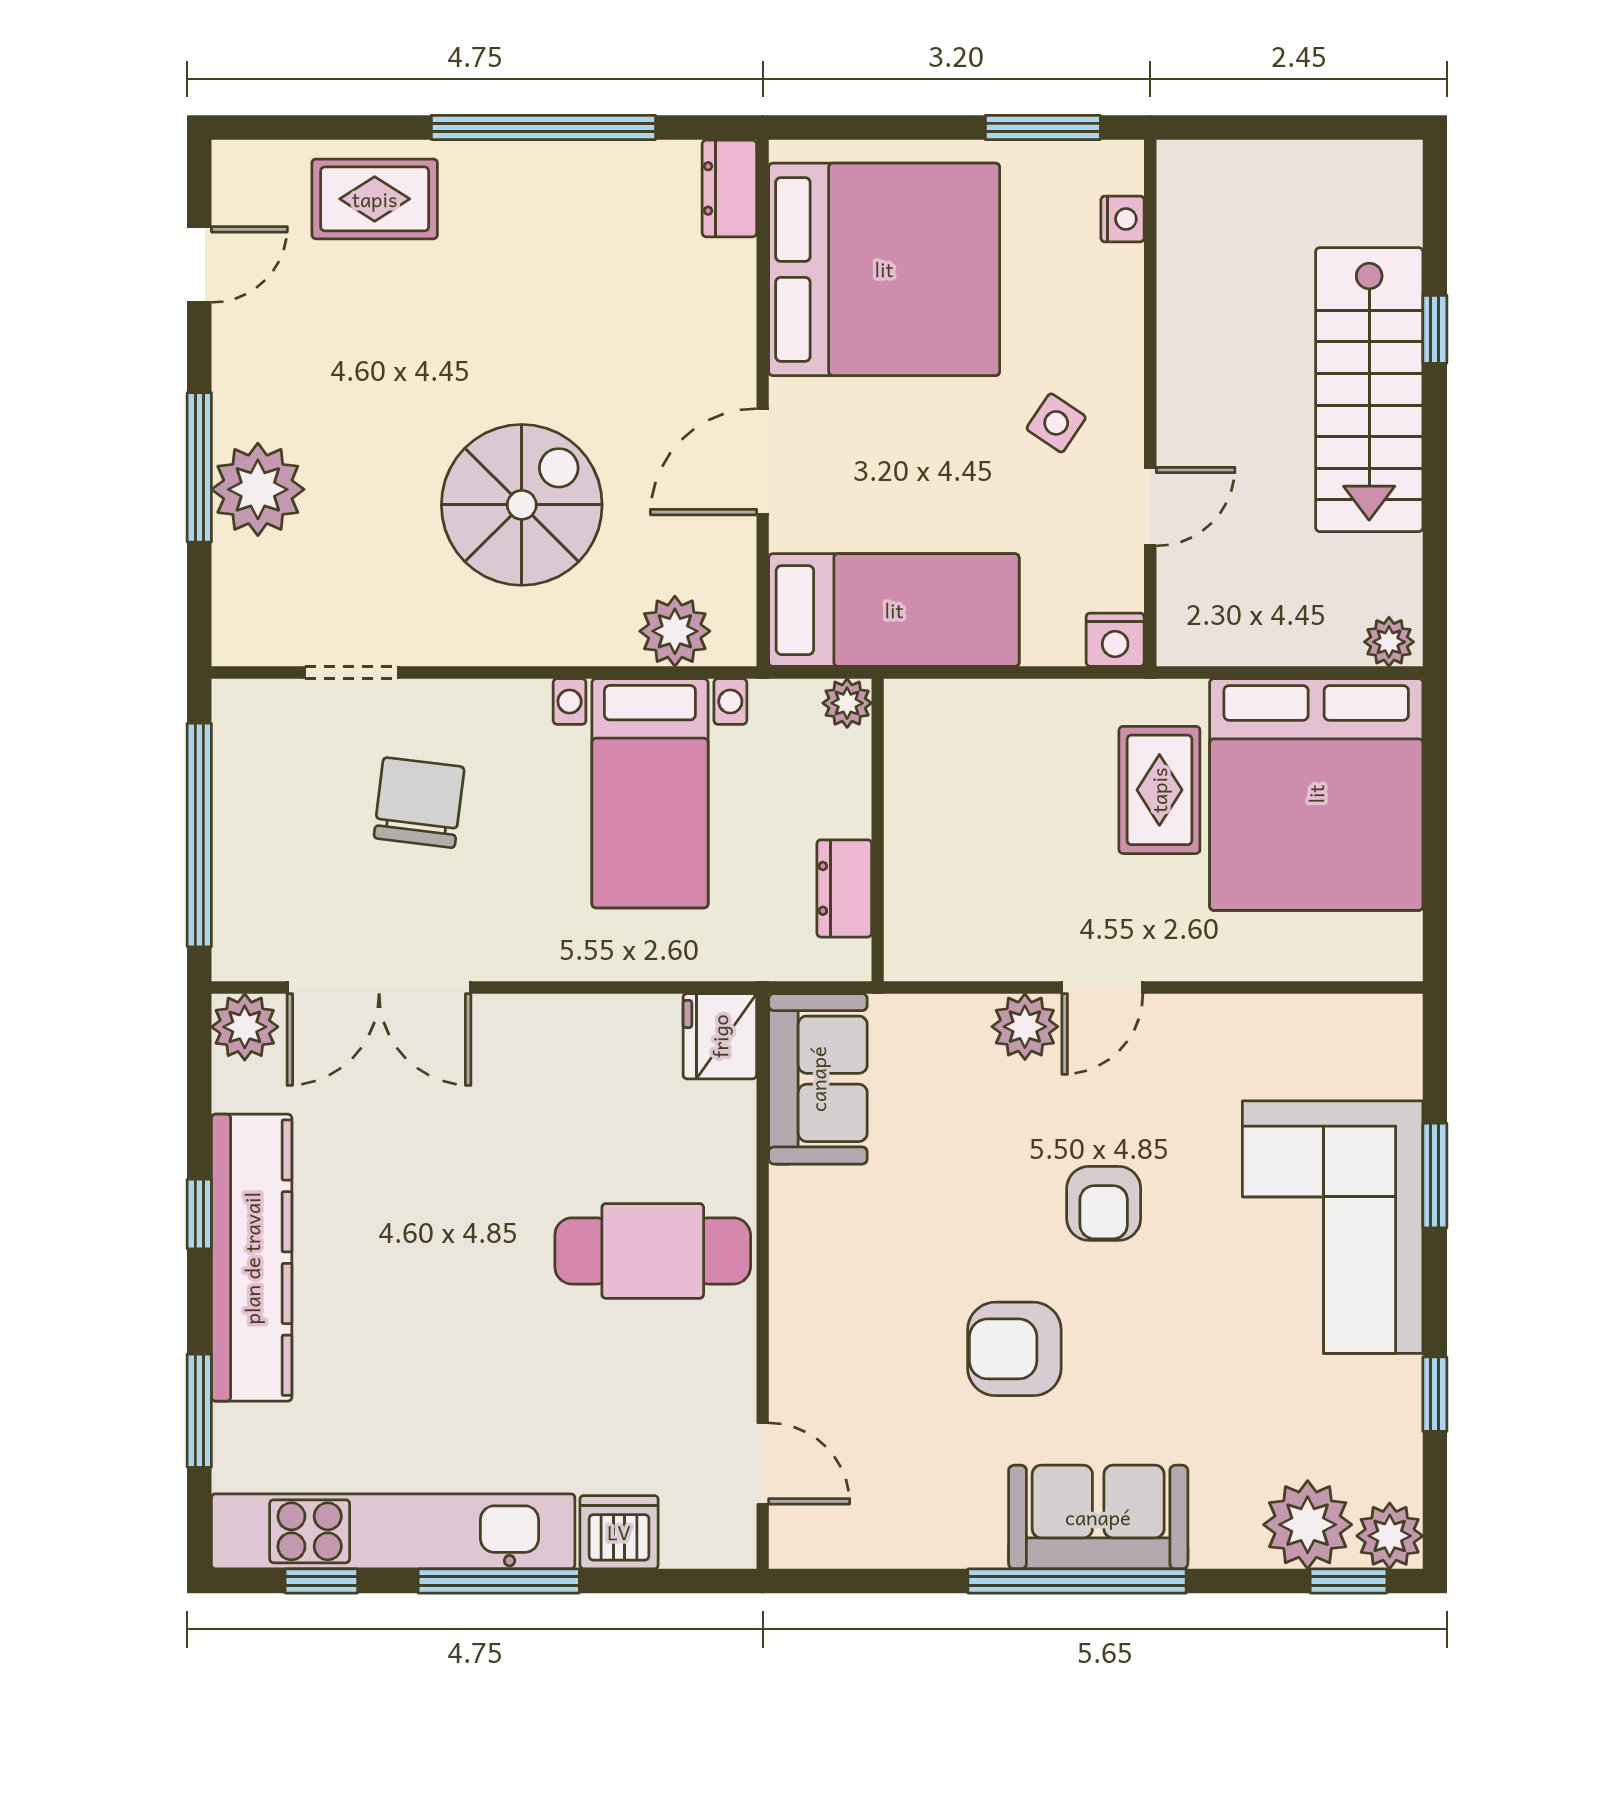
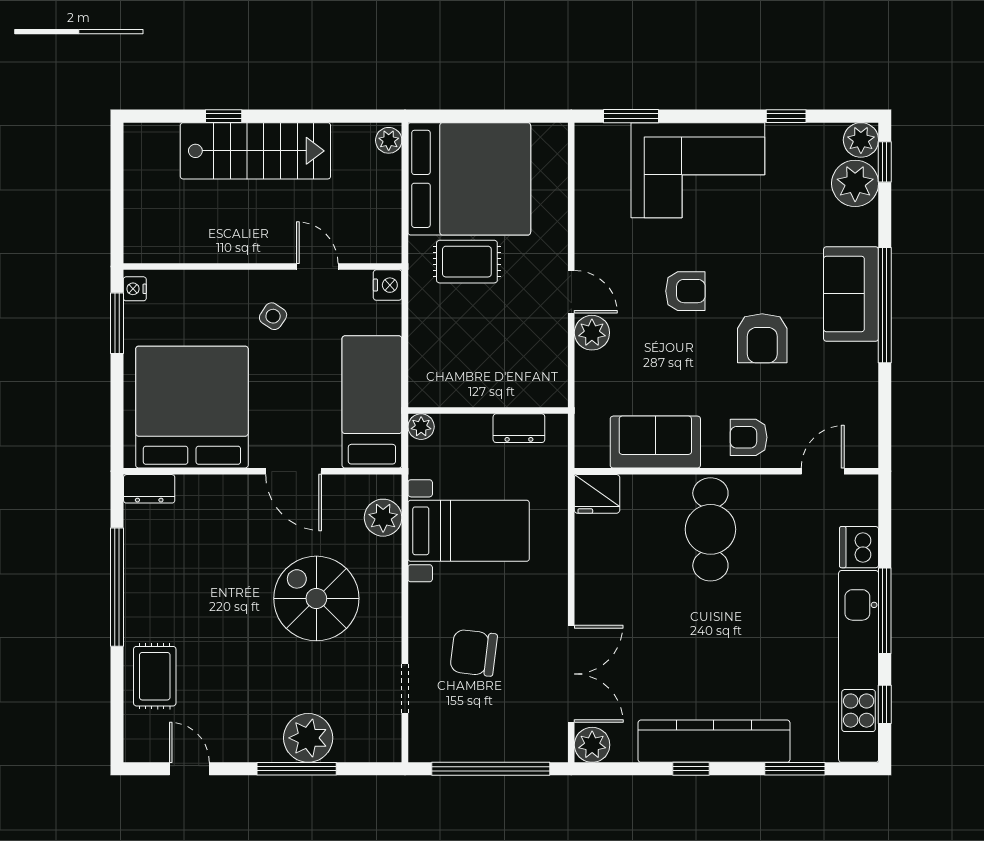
nightstand: (1122, 219) -> (135, 289), moved, turned -90
sofa: (818, 1079) -> (655, 442), moved
window: (1435, 1176) -> (631, 116), moved
armchair: (827, 1323) -> (749, 437), added

